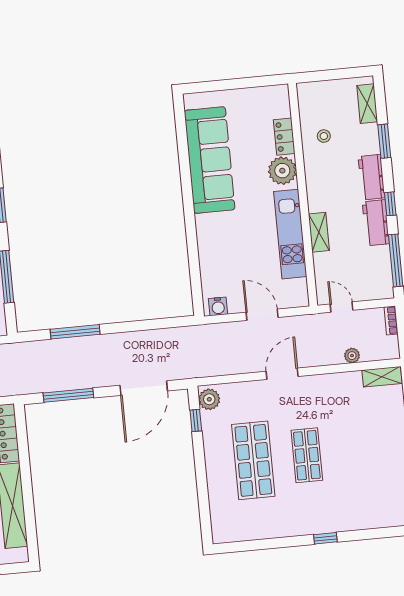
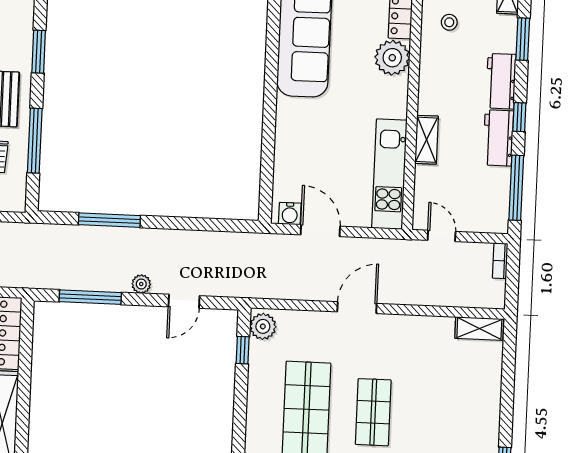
kitchen unit: (290, 234) -> (389, 174), moved
door: (262, 315) -> (320, 231), moved
plant: (352, 356) -> (141, 284), moved
door: (144, 388) -> (184, 301), width x0.53

